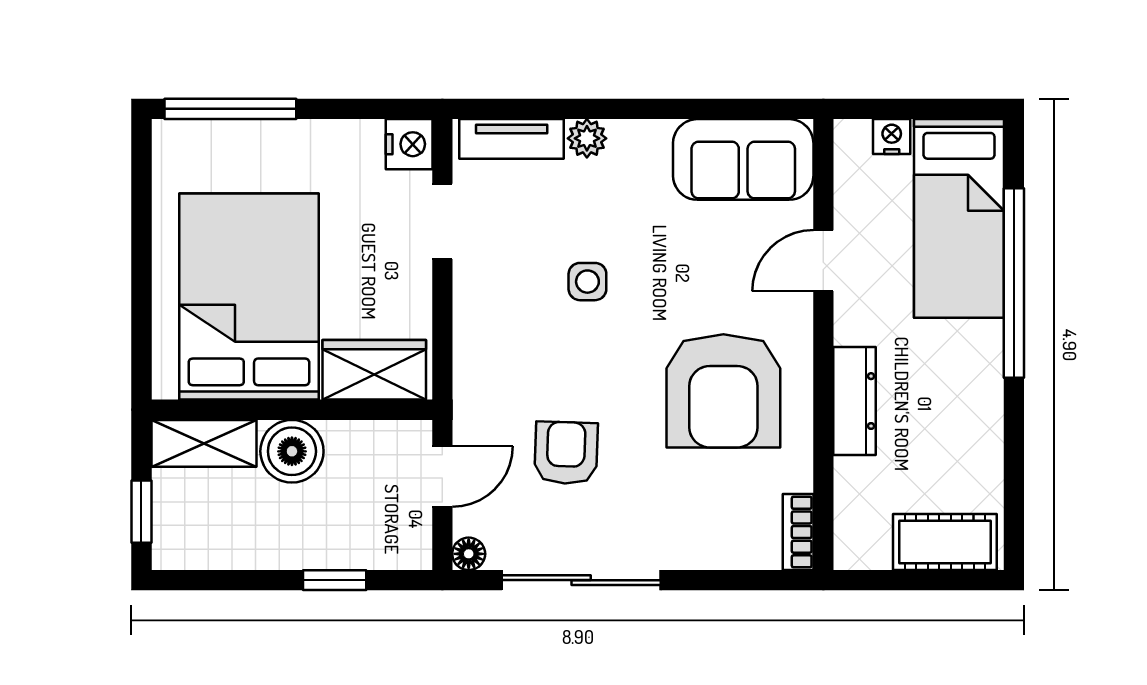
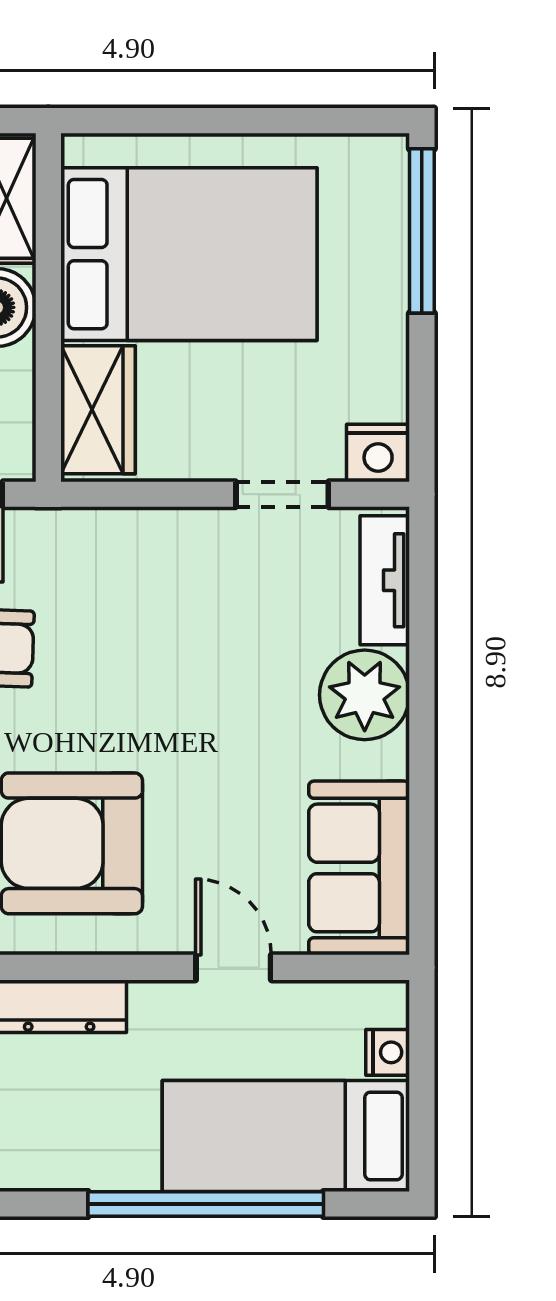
plant: (587, 138) -> (365, 695), width x1.88, depth x1.88
side table: (587, 282) -> (208, 675), removed

